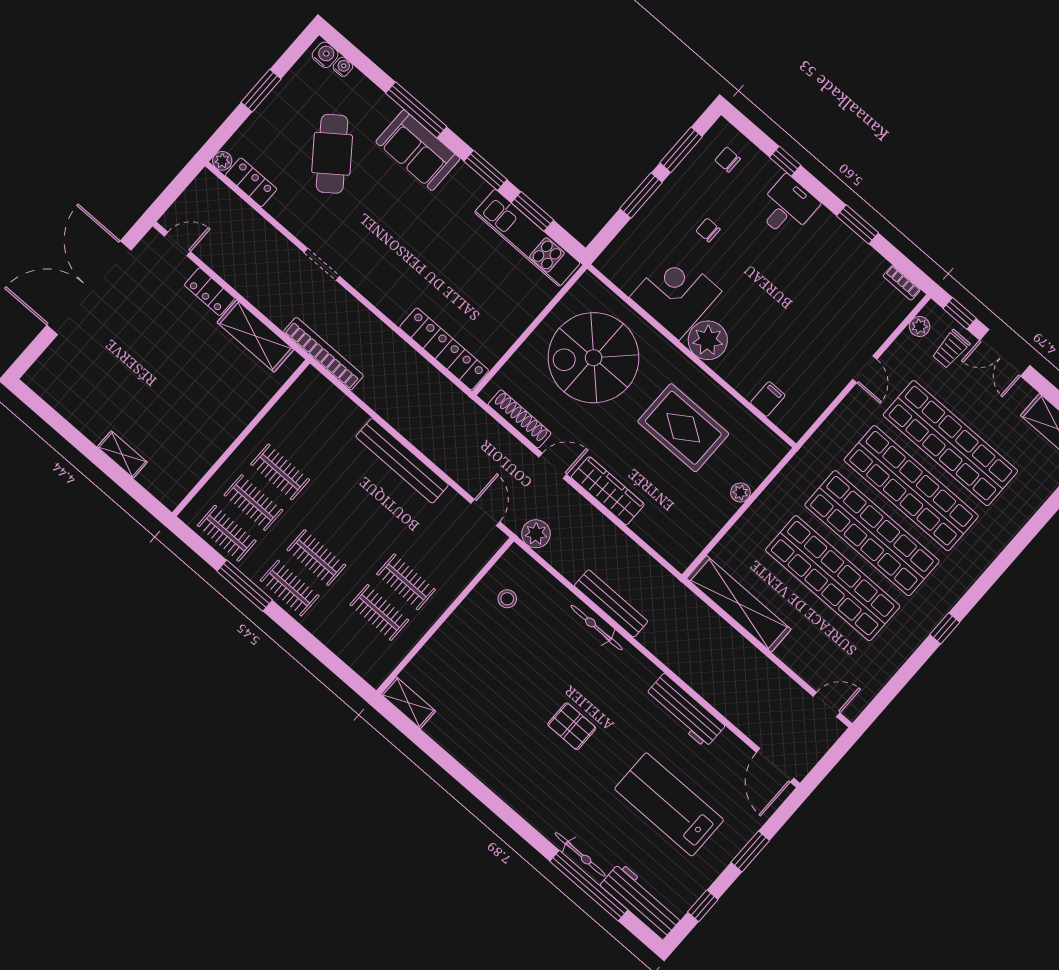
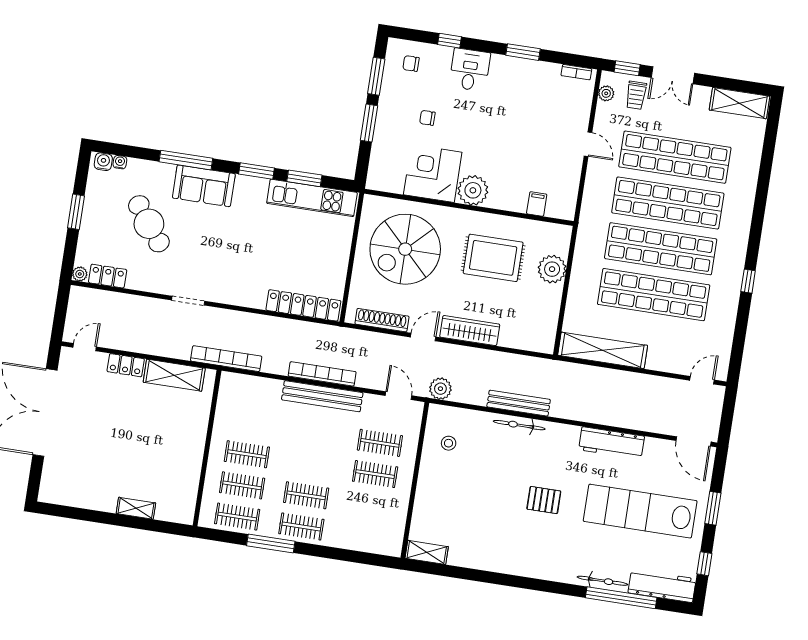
bookcase: (417, 436) -> (322, 374), added
plant: (740, 493) -> (552, 269), width x1.88, depth x1.88
clothes rail: (379, 612) -> (380, 443), moved
lab bench: (669, 804) -> (640, 511), width x1.36

